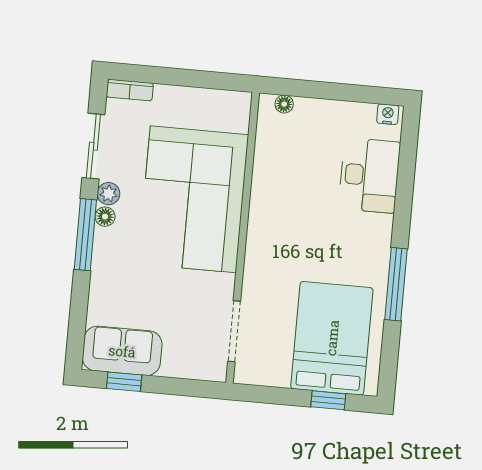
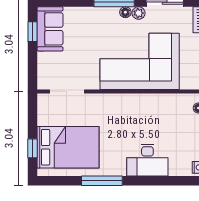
desk: (369, 175) -> (147, 160), moved

